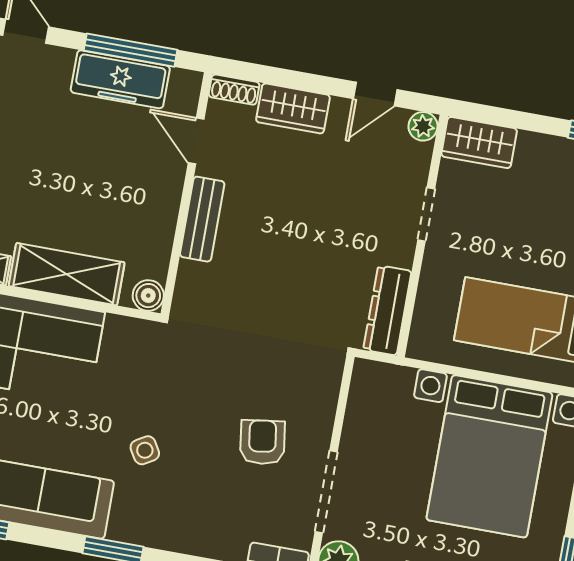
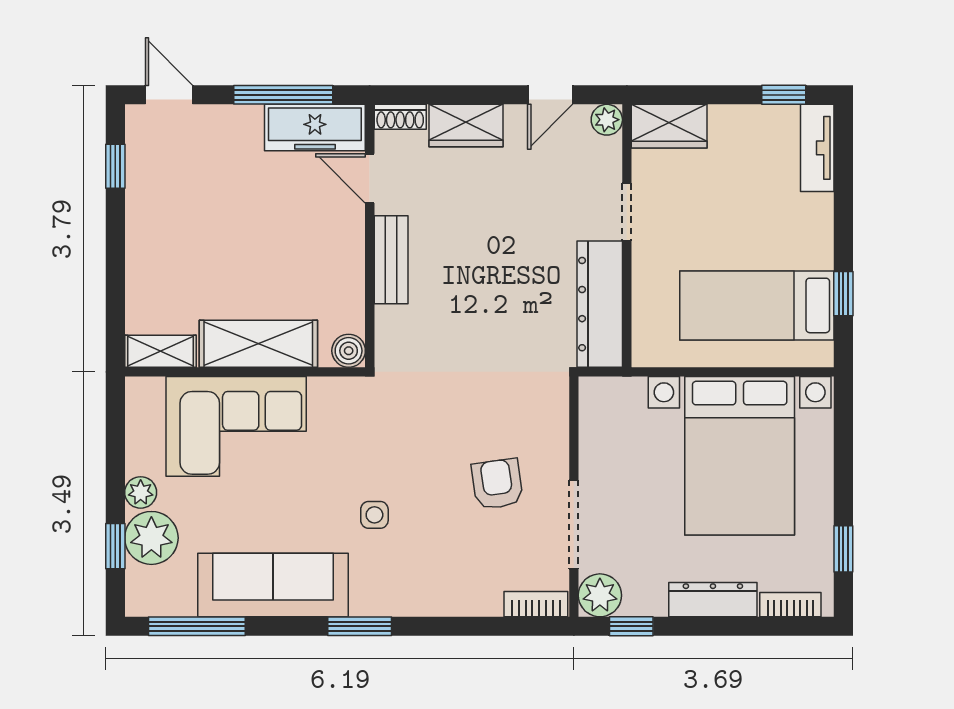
freezer: (120, 79) -> (315, 128), moved
dresser: (387, 310) -> (600, 304), width x1.37, depth x1.24
side table: (145, 450) -> (374, 515), turned 31

